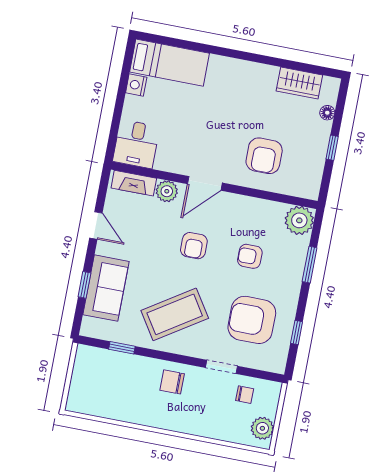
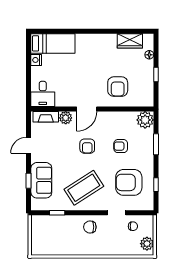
door: (96, 225) -> (29, 145), swing flipped

